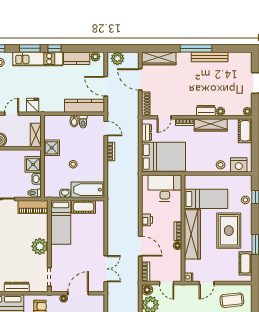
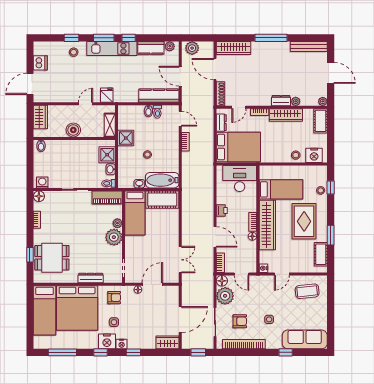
bench: (210, 57) -> (309, 47), moved
cot: (83, 207) -> (162, 200), width x1.37, depth x1.34
plant: (43, 232) -> (117, 223), added

